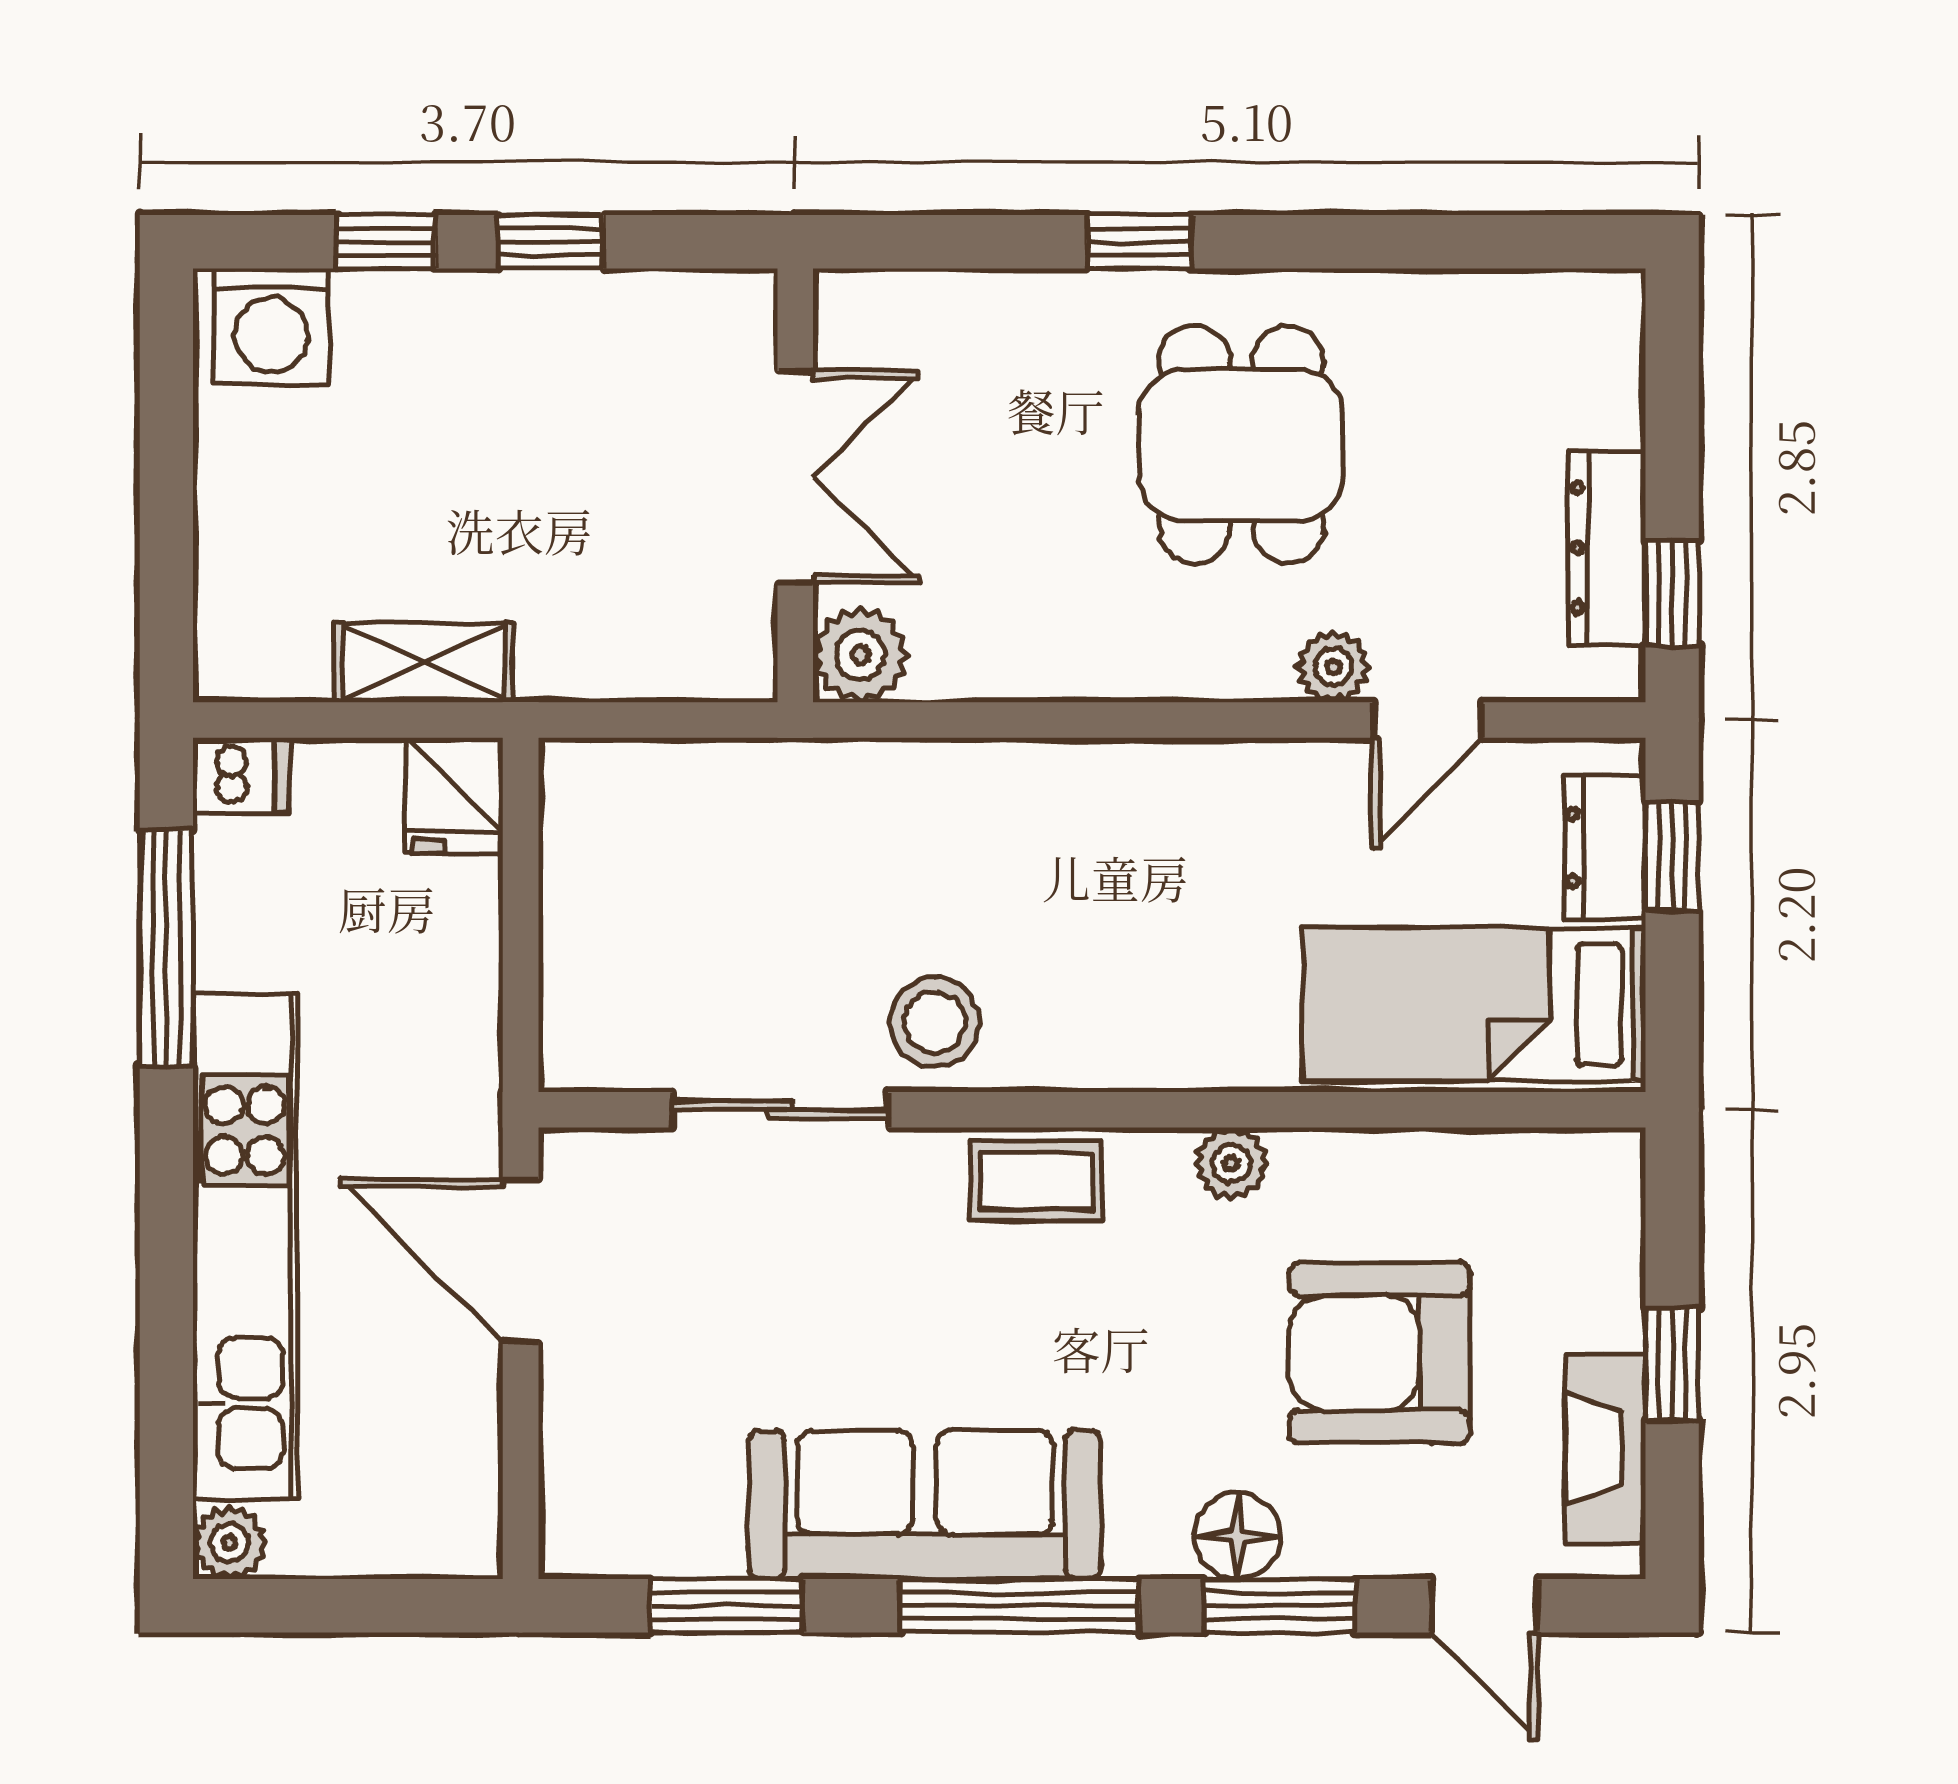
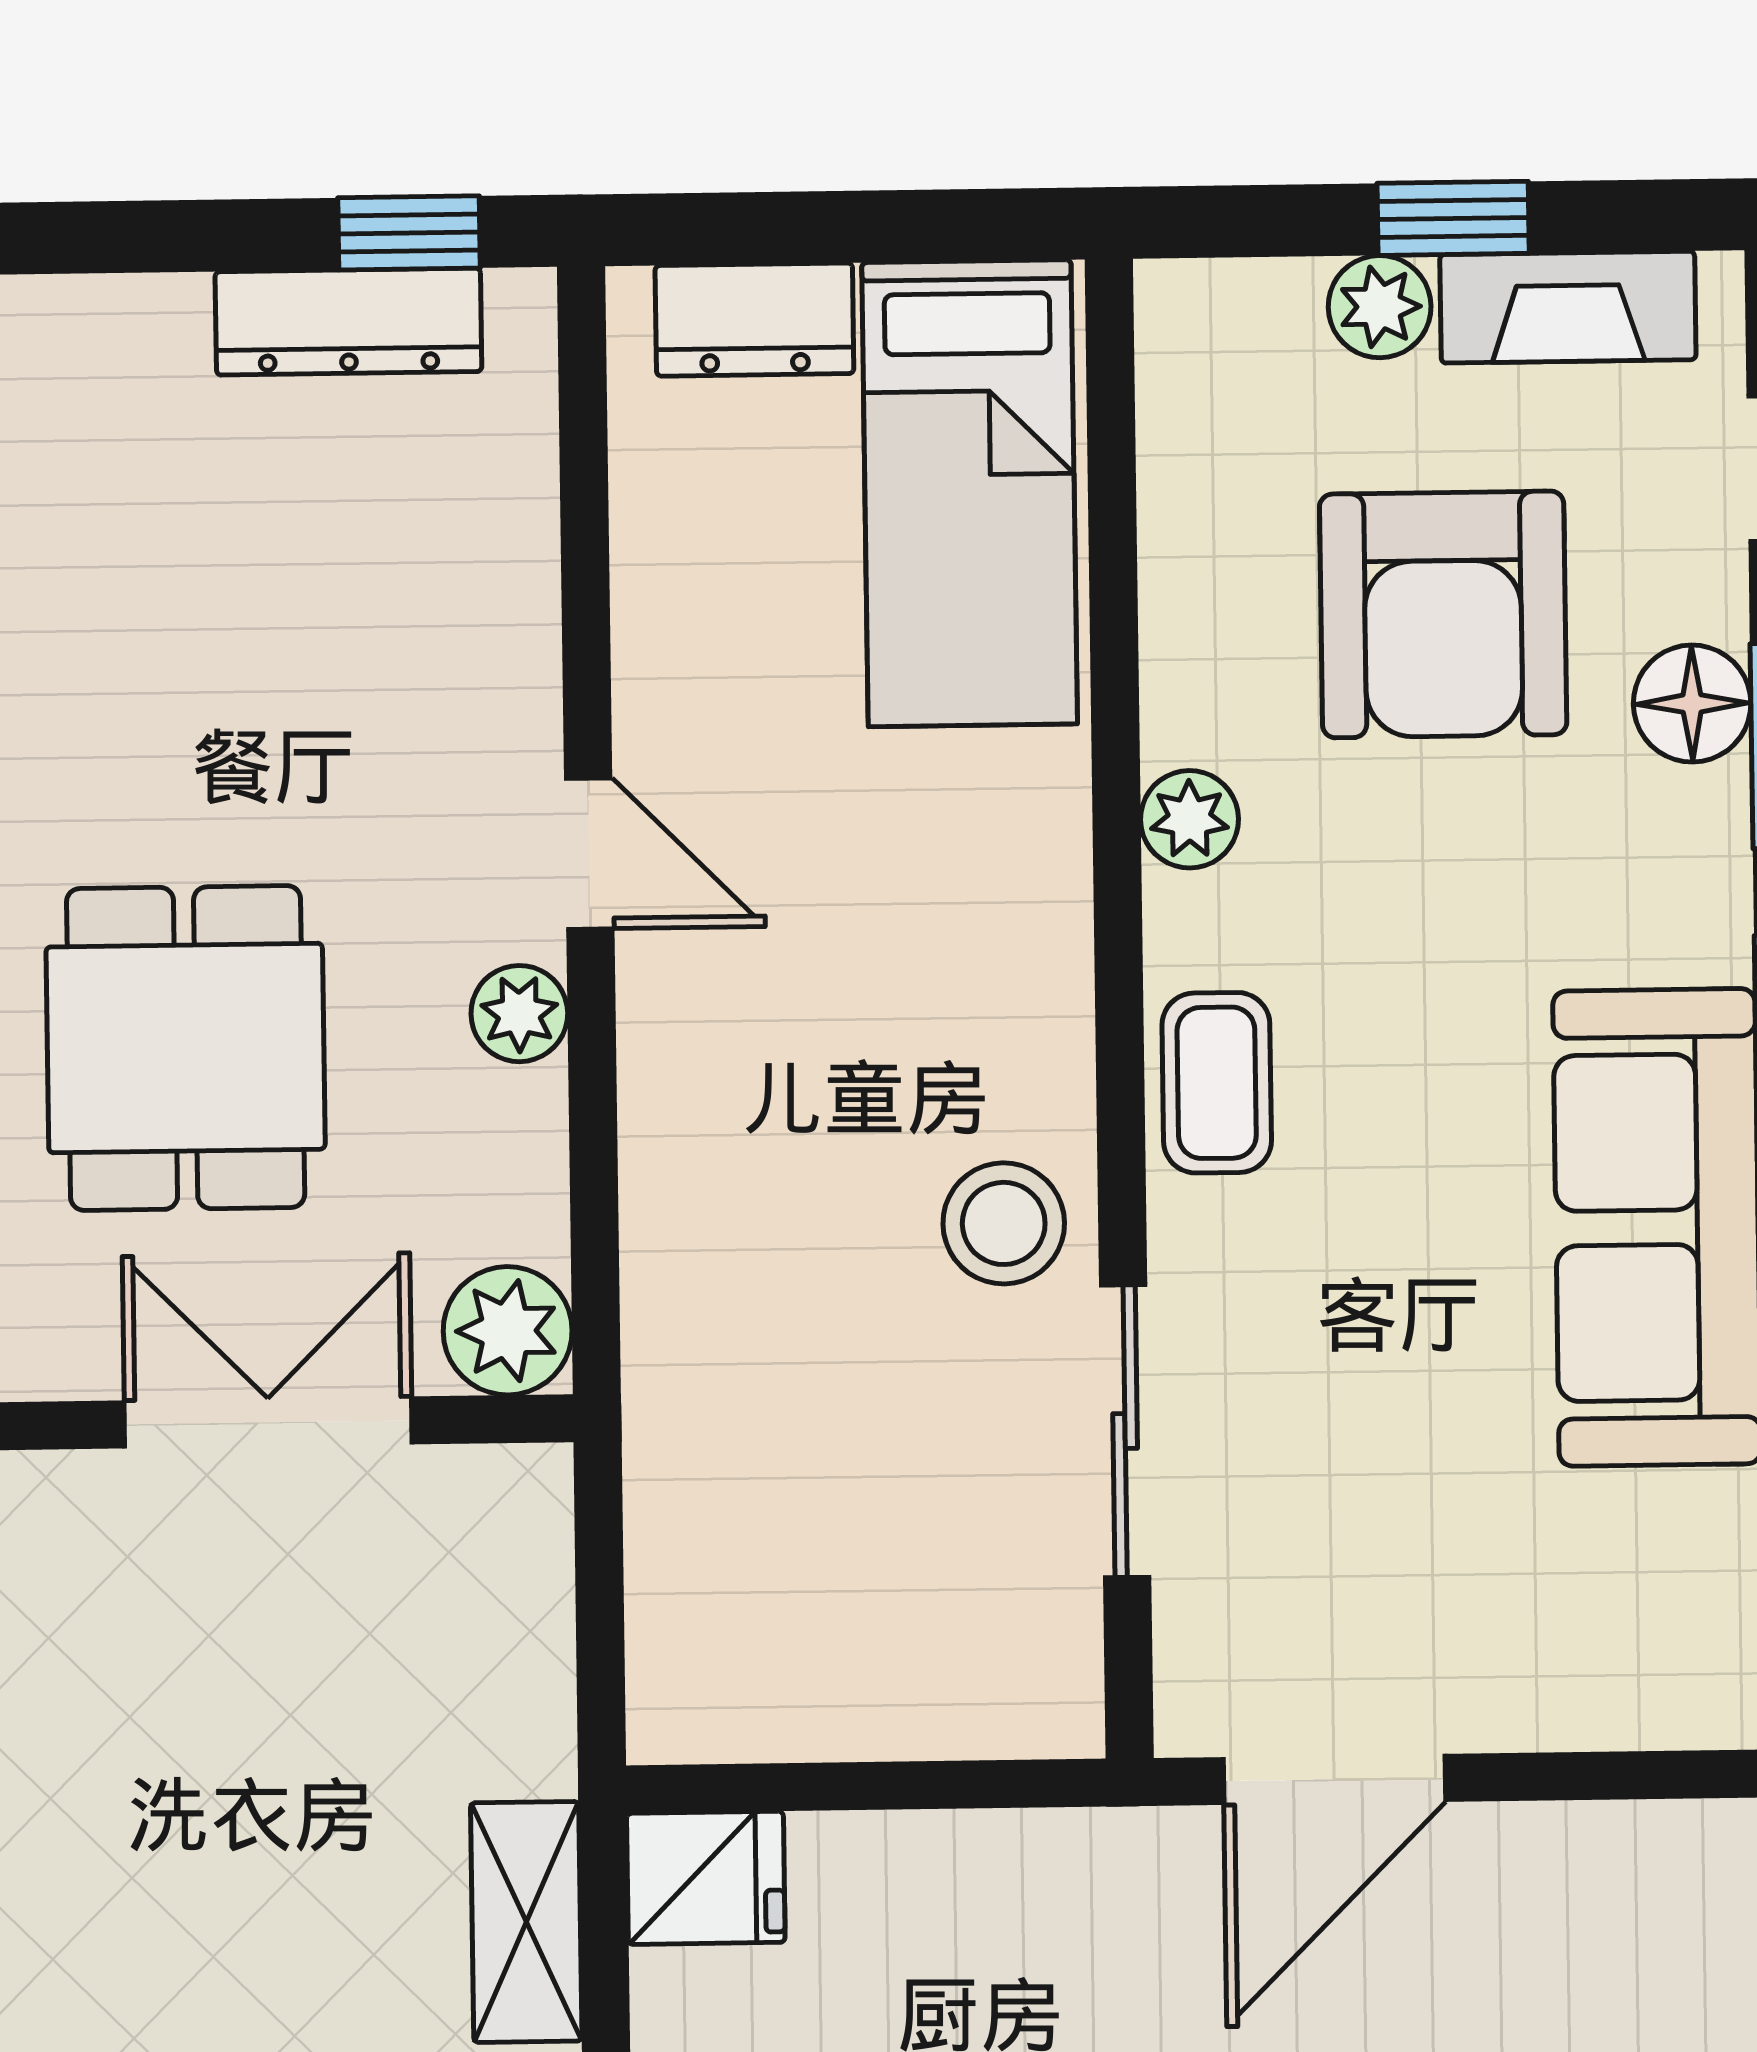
dining table: (1241, 445) -> (186, 1048), moved, turned 90
plant: (1333, 667) -> (519, 1014), moved
door: (1428, 720) -> (589, 854), moved
window: (1672, 856) -> (765, 228), removed
plant: (1608, 1309) -> (1380, 307), added
floor lamp: (1238, 1536) -> (1692, 704), moved

